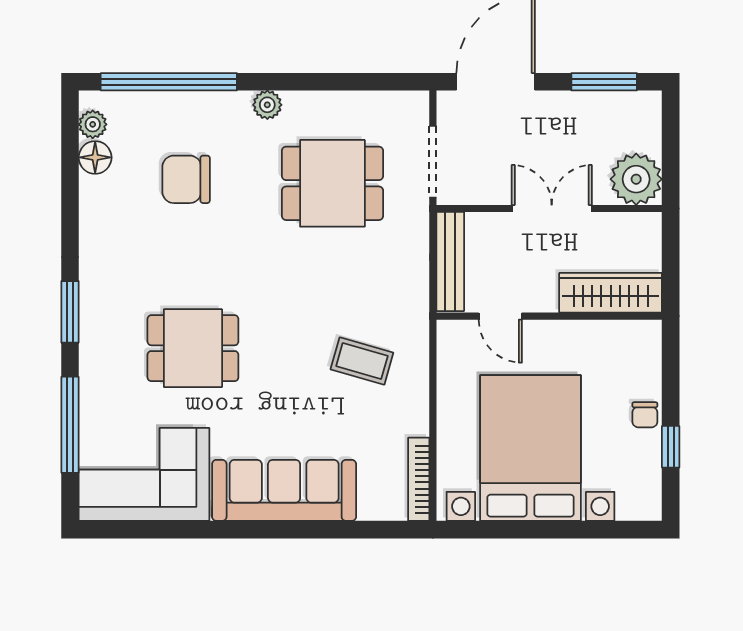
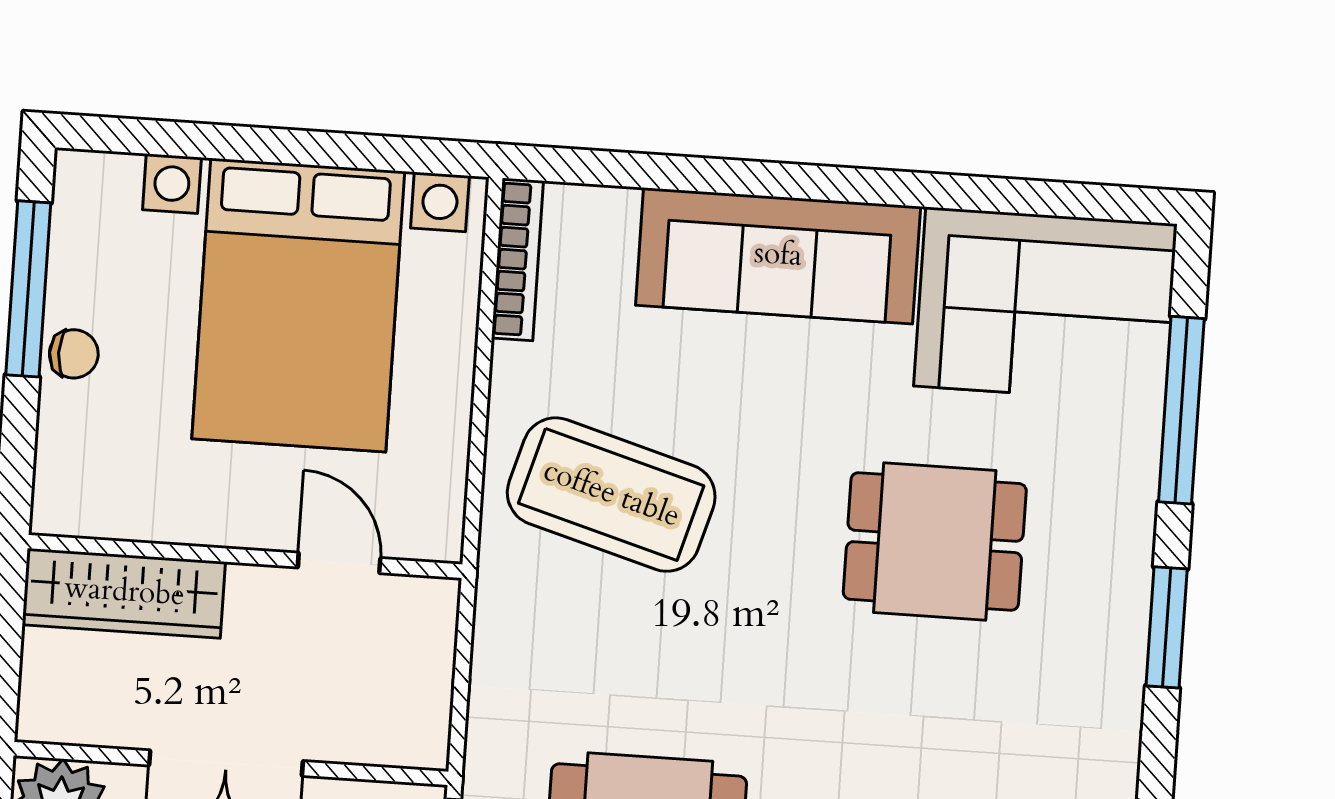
bench: (450, 262) -> (428, 674), removed
coffee table: (362, 361) -> (611, 495), width x1.86, depth x1.72
chair: (645, 415) -> (74, 354), turned 90
window: (671, 447) -> (28, 289), width x2.17

